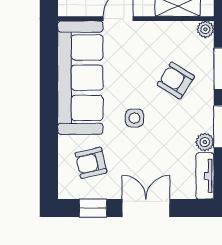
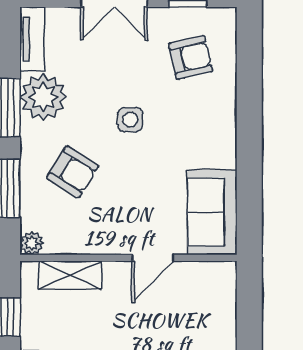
sofa: (80, 78) -> (212, 212), width x0.54, depth x0.79
plant: (205, 142) -> (43, 97), width x1.88, depth x1.88

